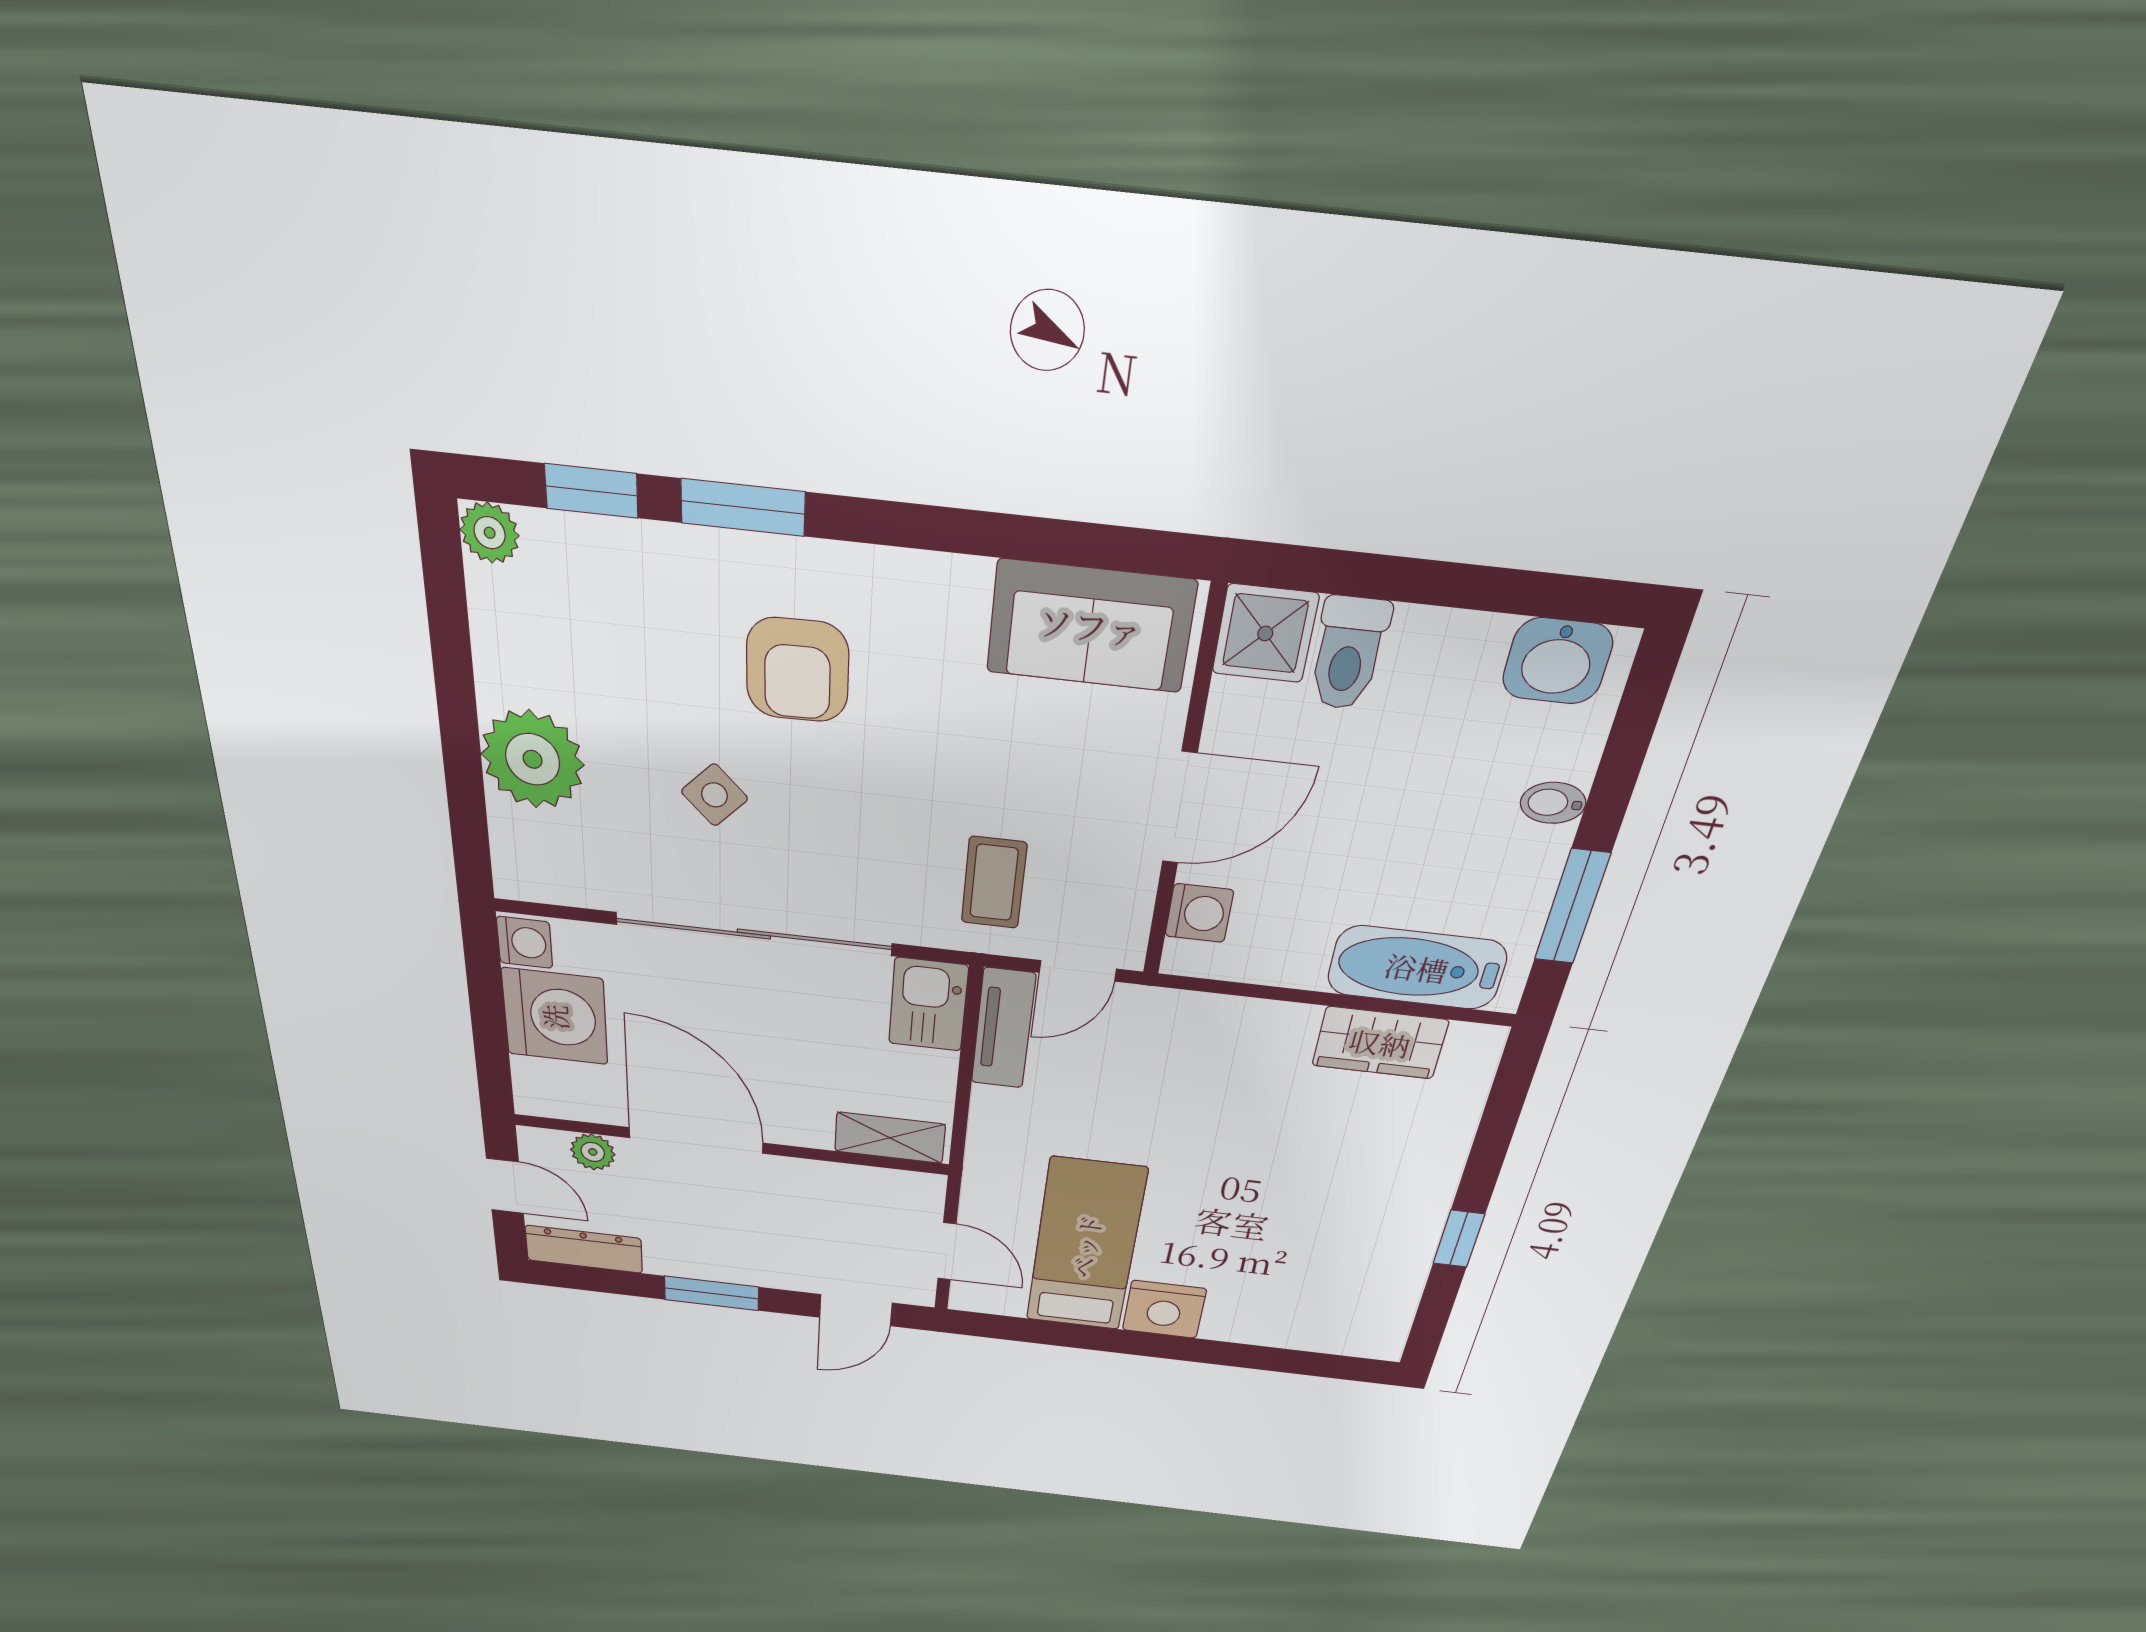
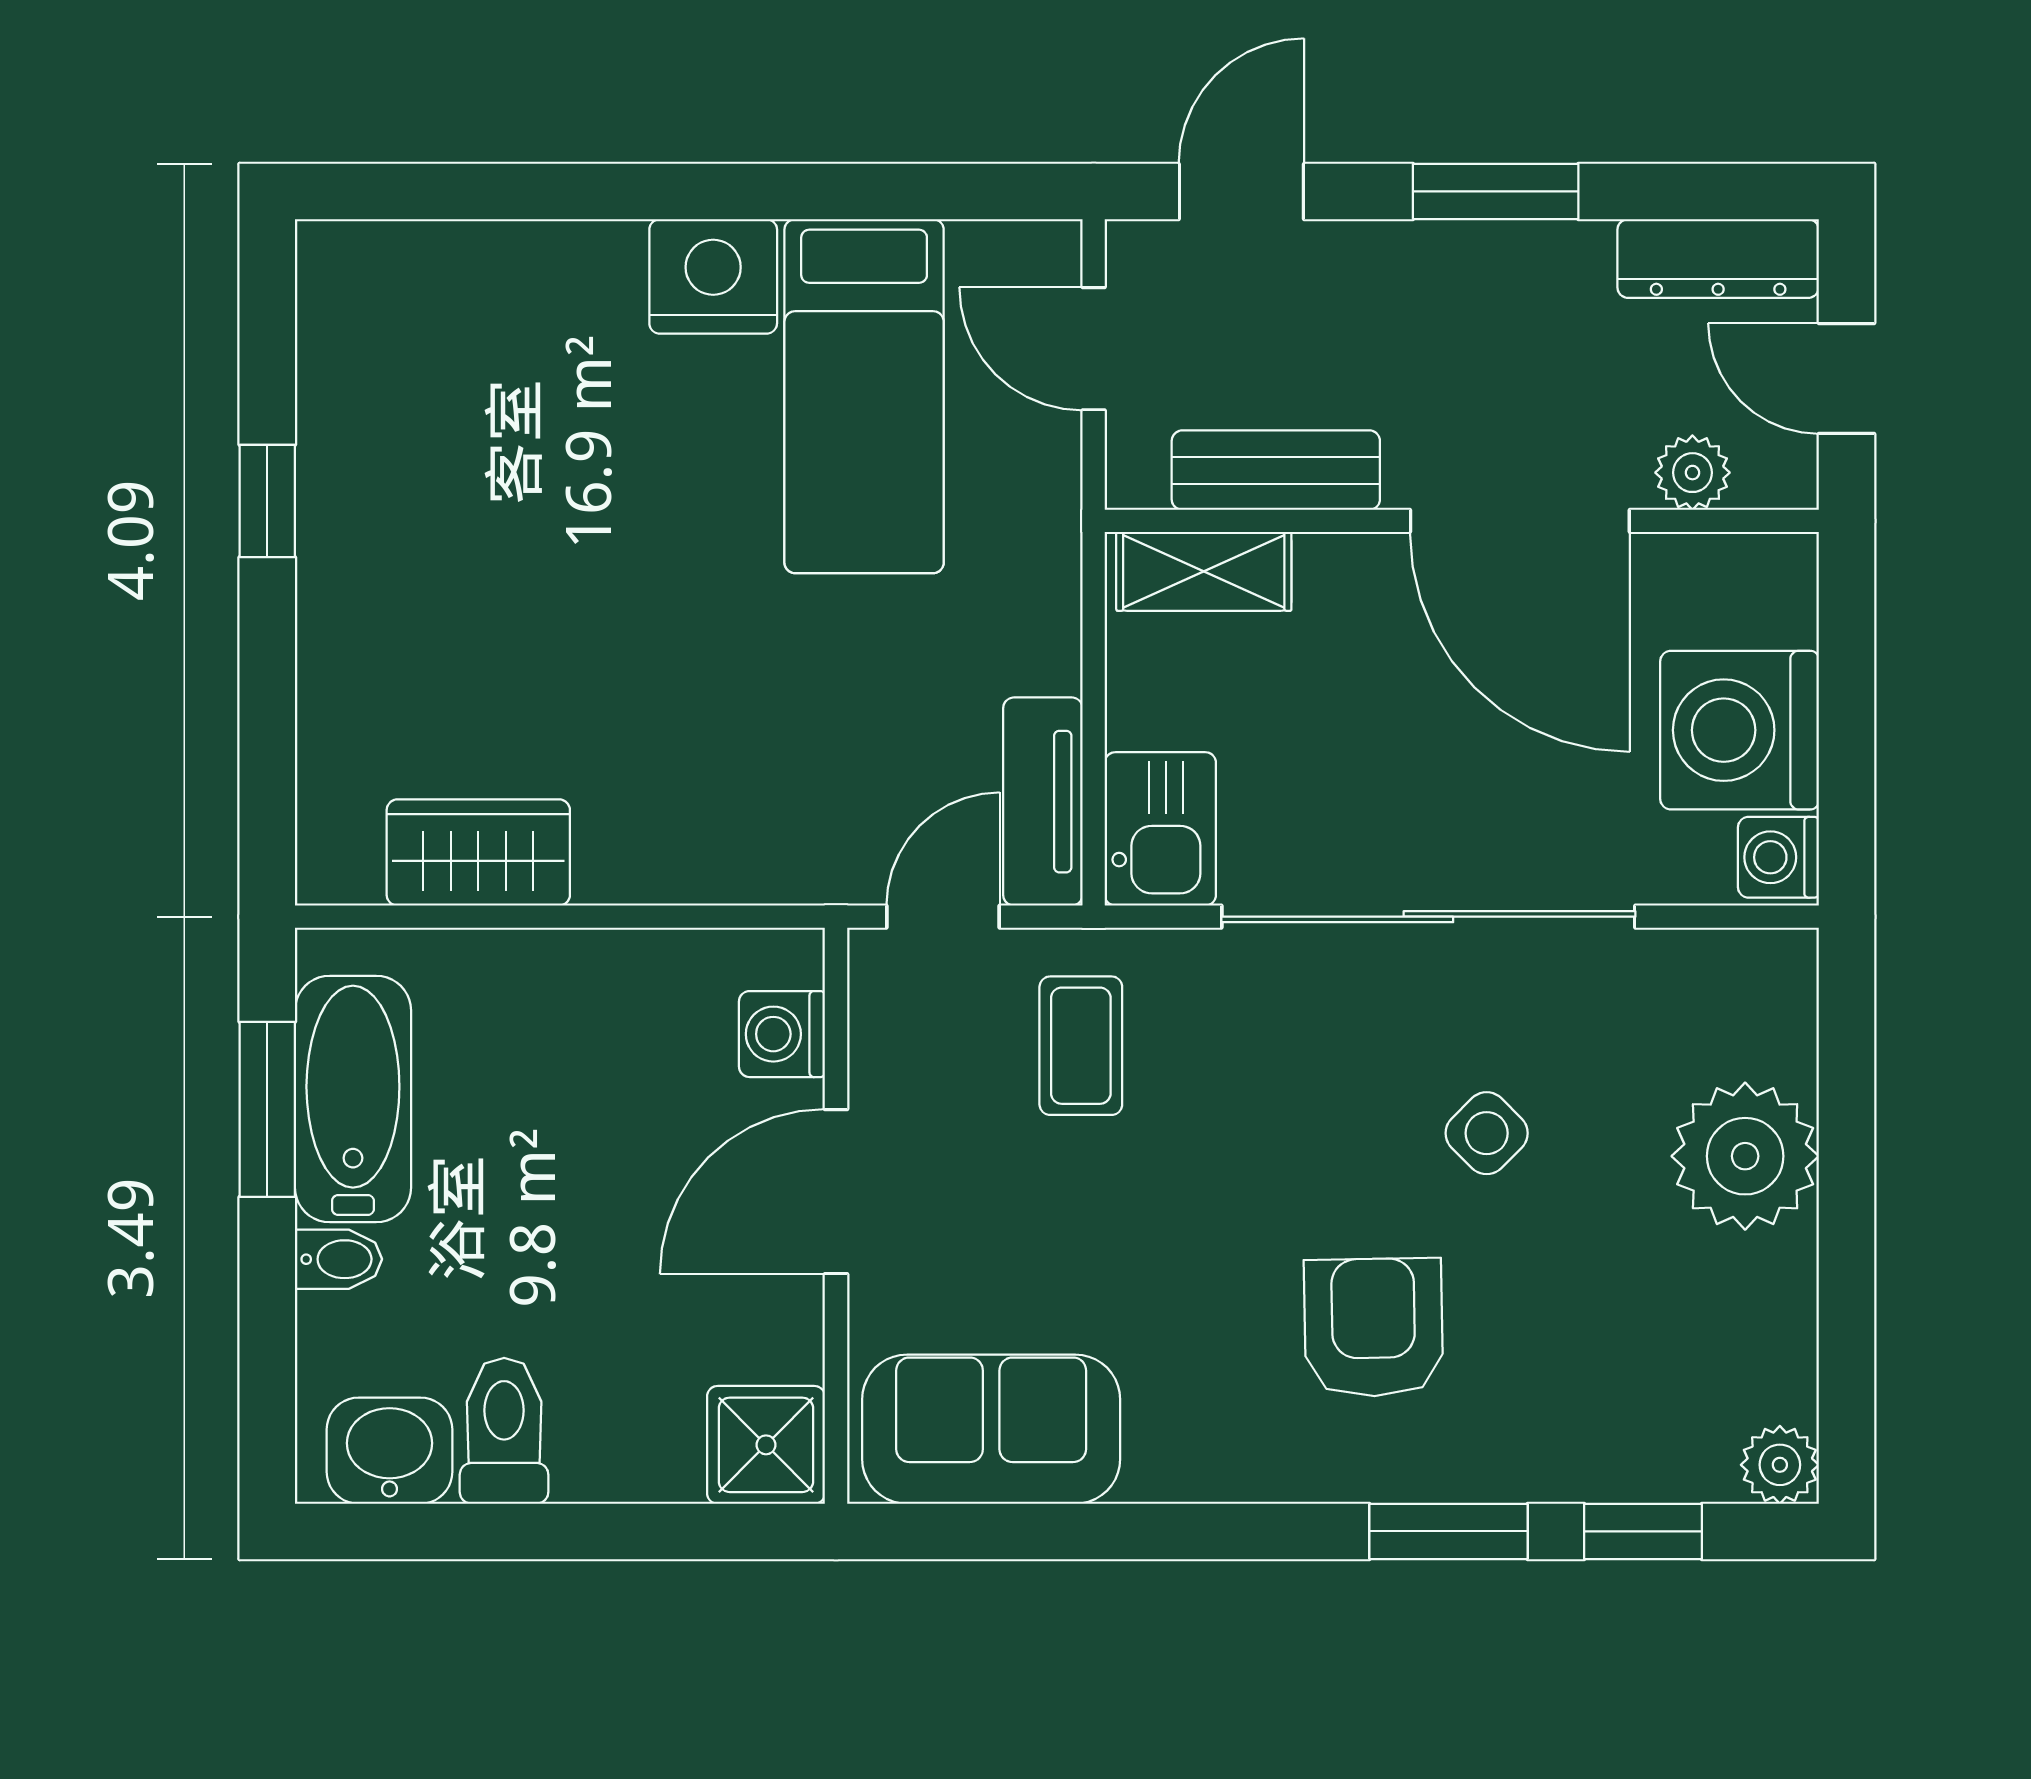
toilet: (1348, 653) -> (504, 1431), moved
bathtub: (1417, 968) -> (353, 1099), moved, turned -90
bench: (843, 1182) -> (1276, 470), added

